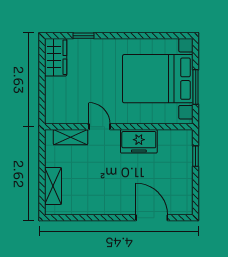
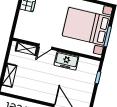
door: (100, 127) -> (45, 47), swing flipped

